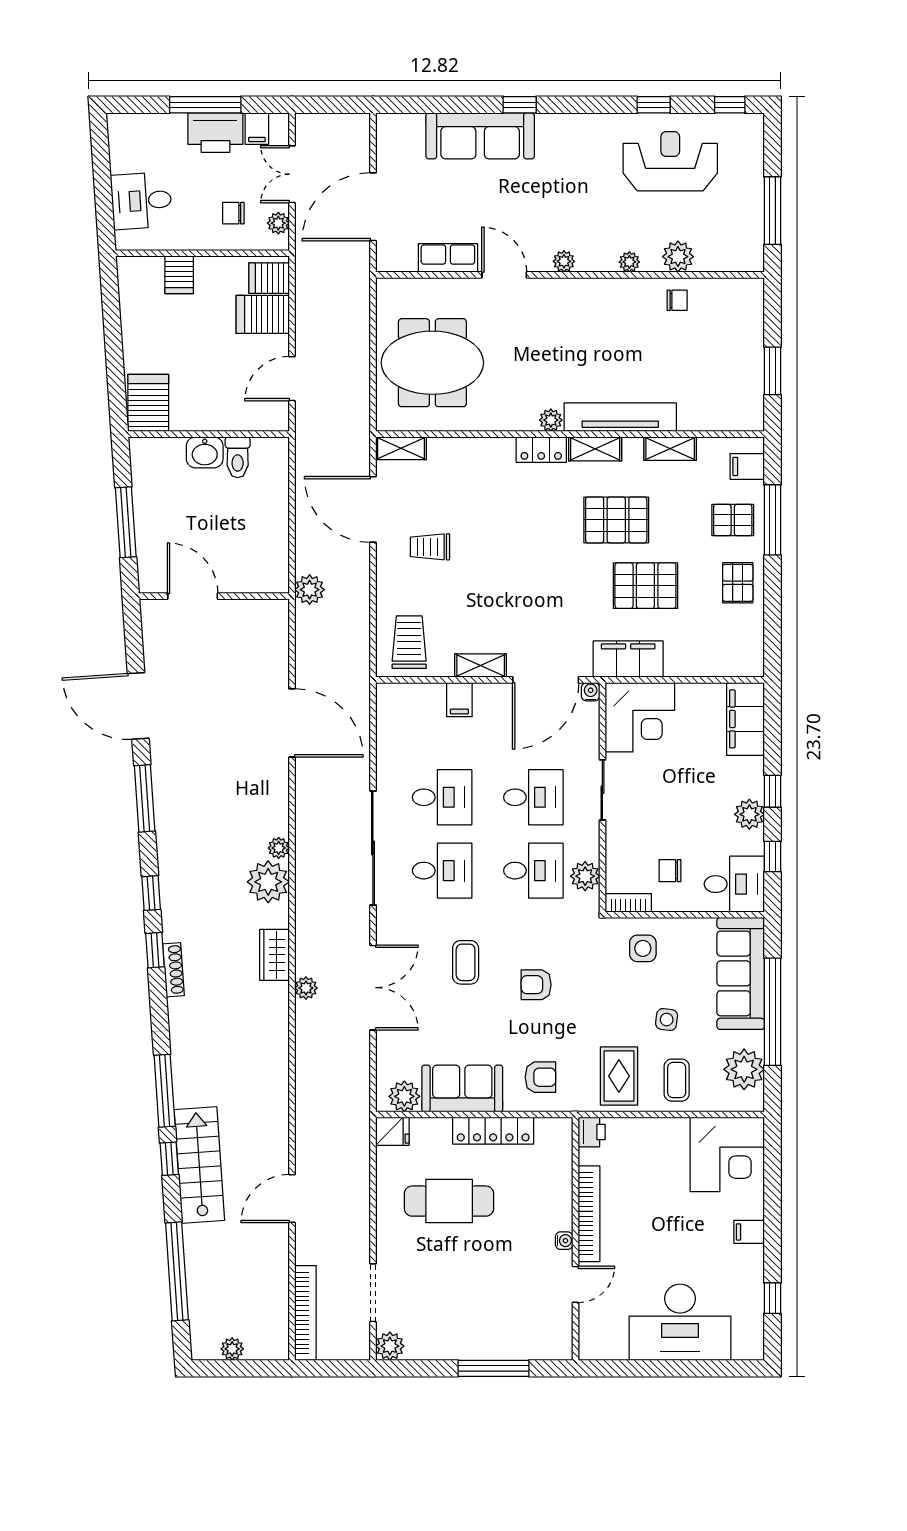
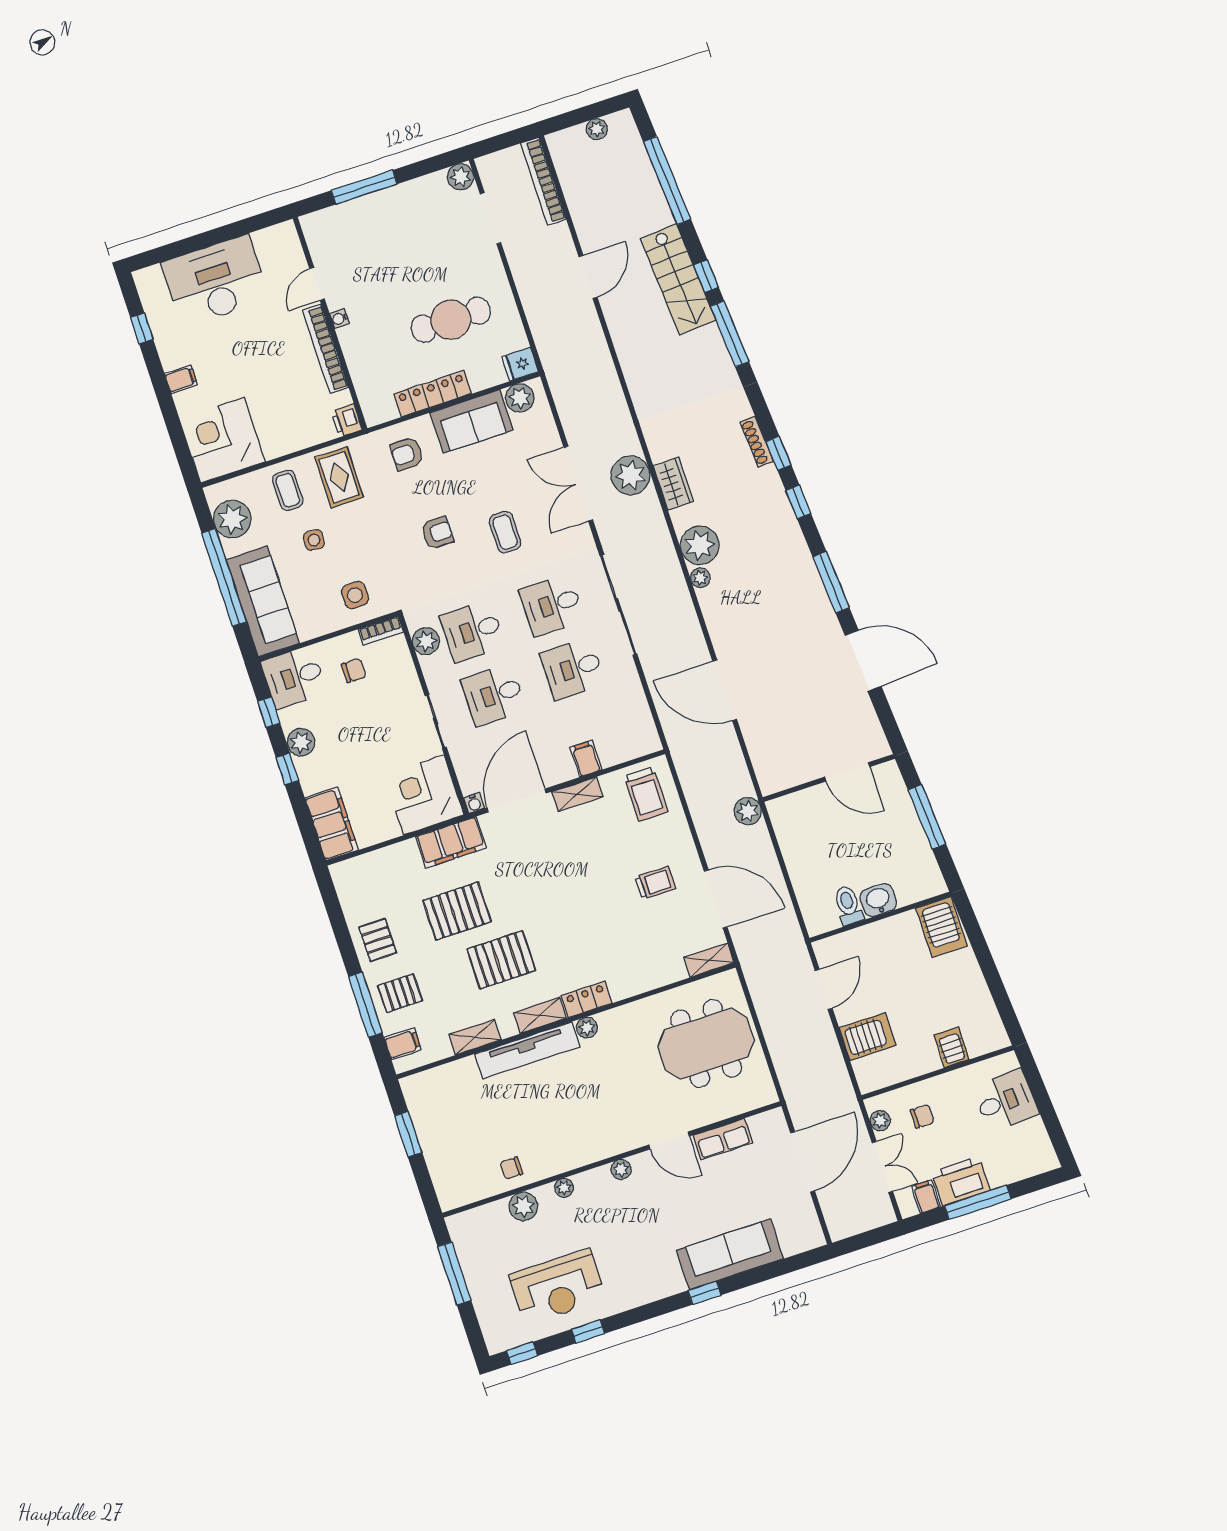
server rack: (269, 278) -> (872, 1070), removed
plant: (306, 988) -> (631, 475), width x1.87, depth x1.87

